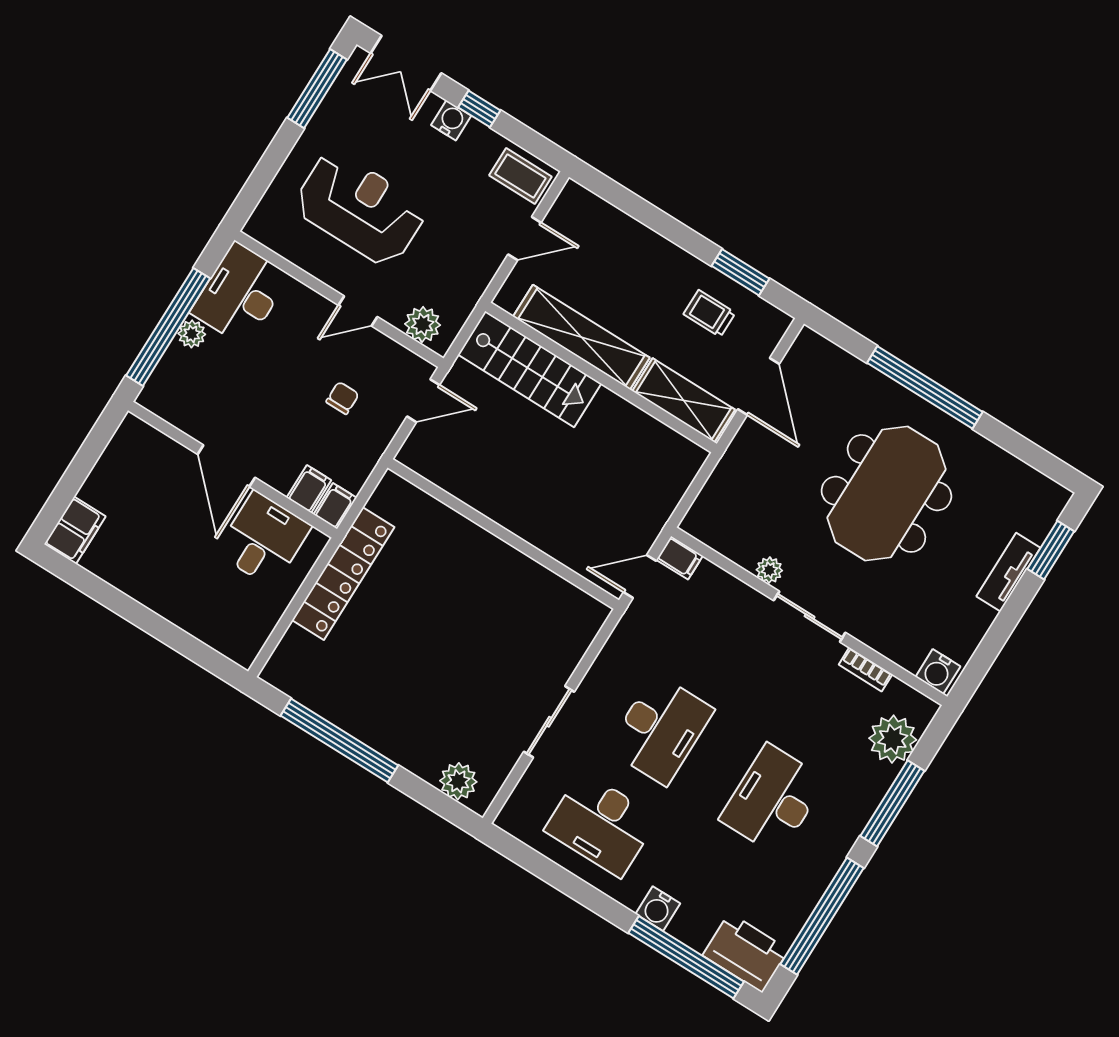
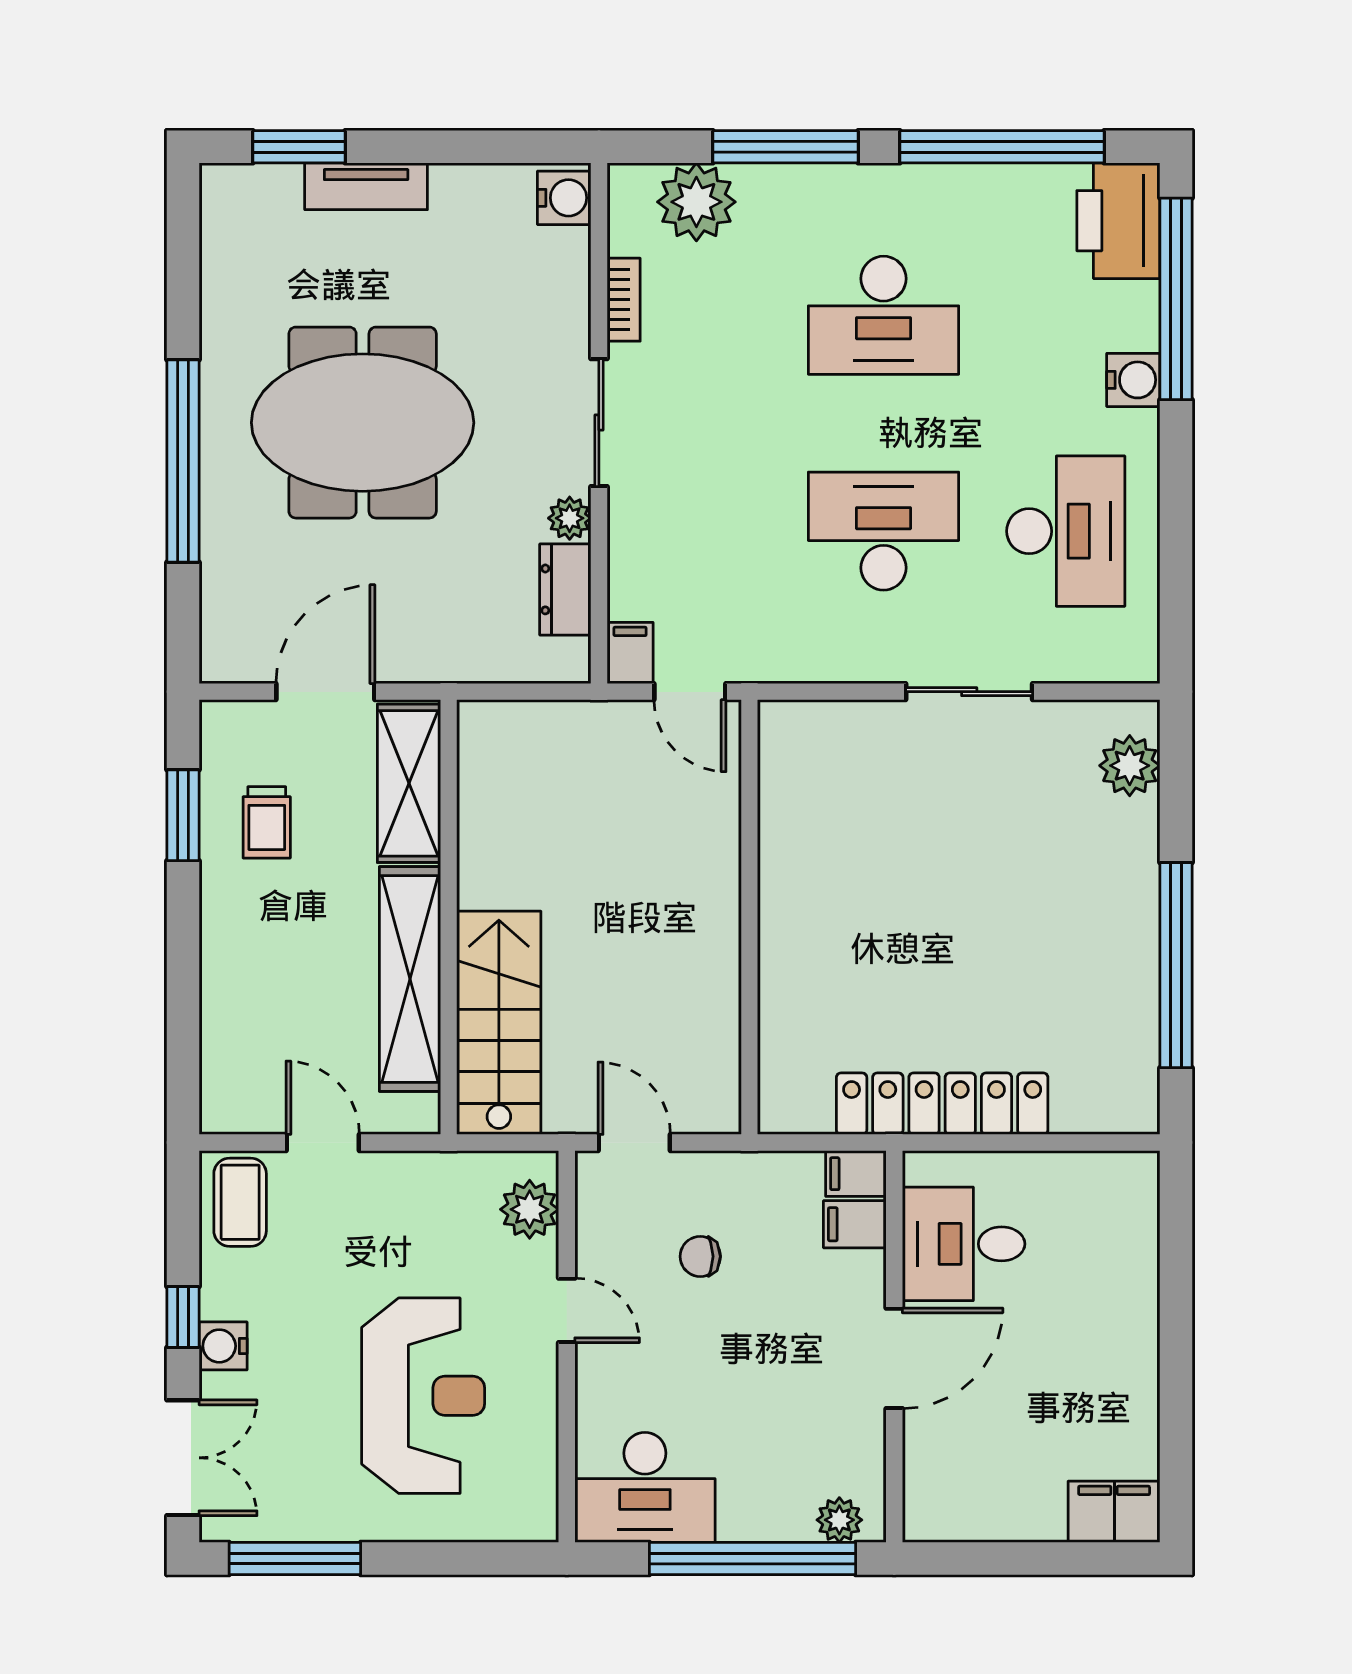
reception desk: (360, 208) -> (423, 1396), turned 180
plant: (192, 334) -> (839, 1520), moved
dresser: (734, 545) -> (565, 589), added

